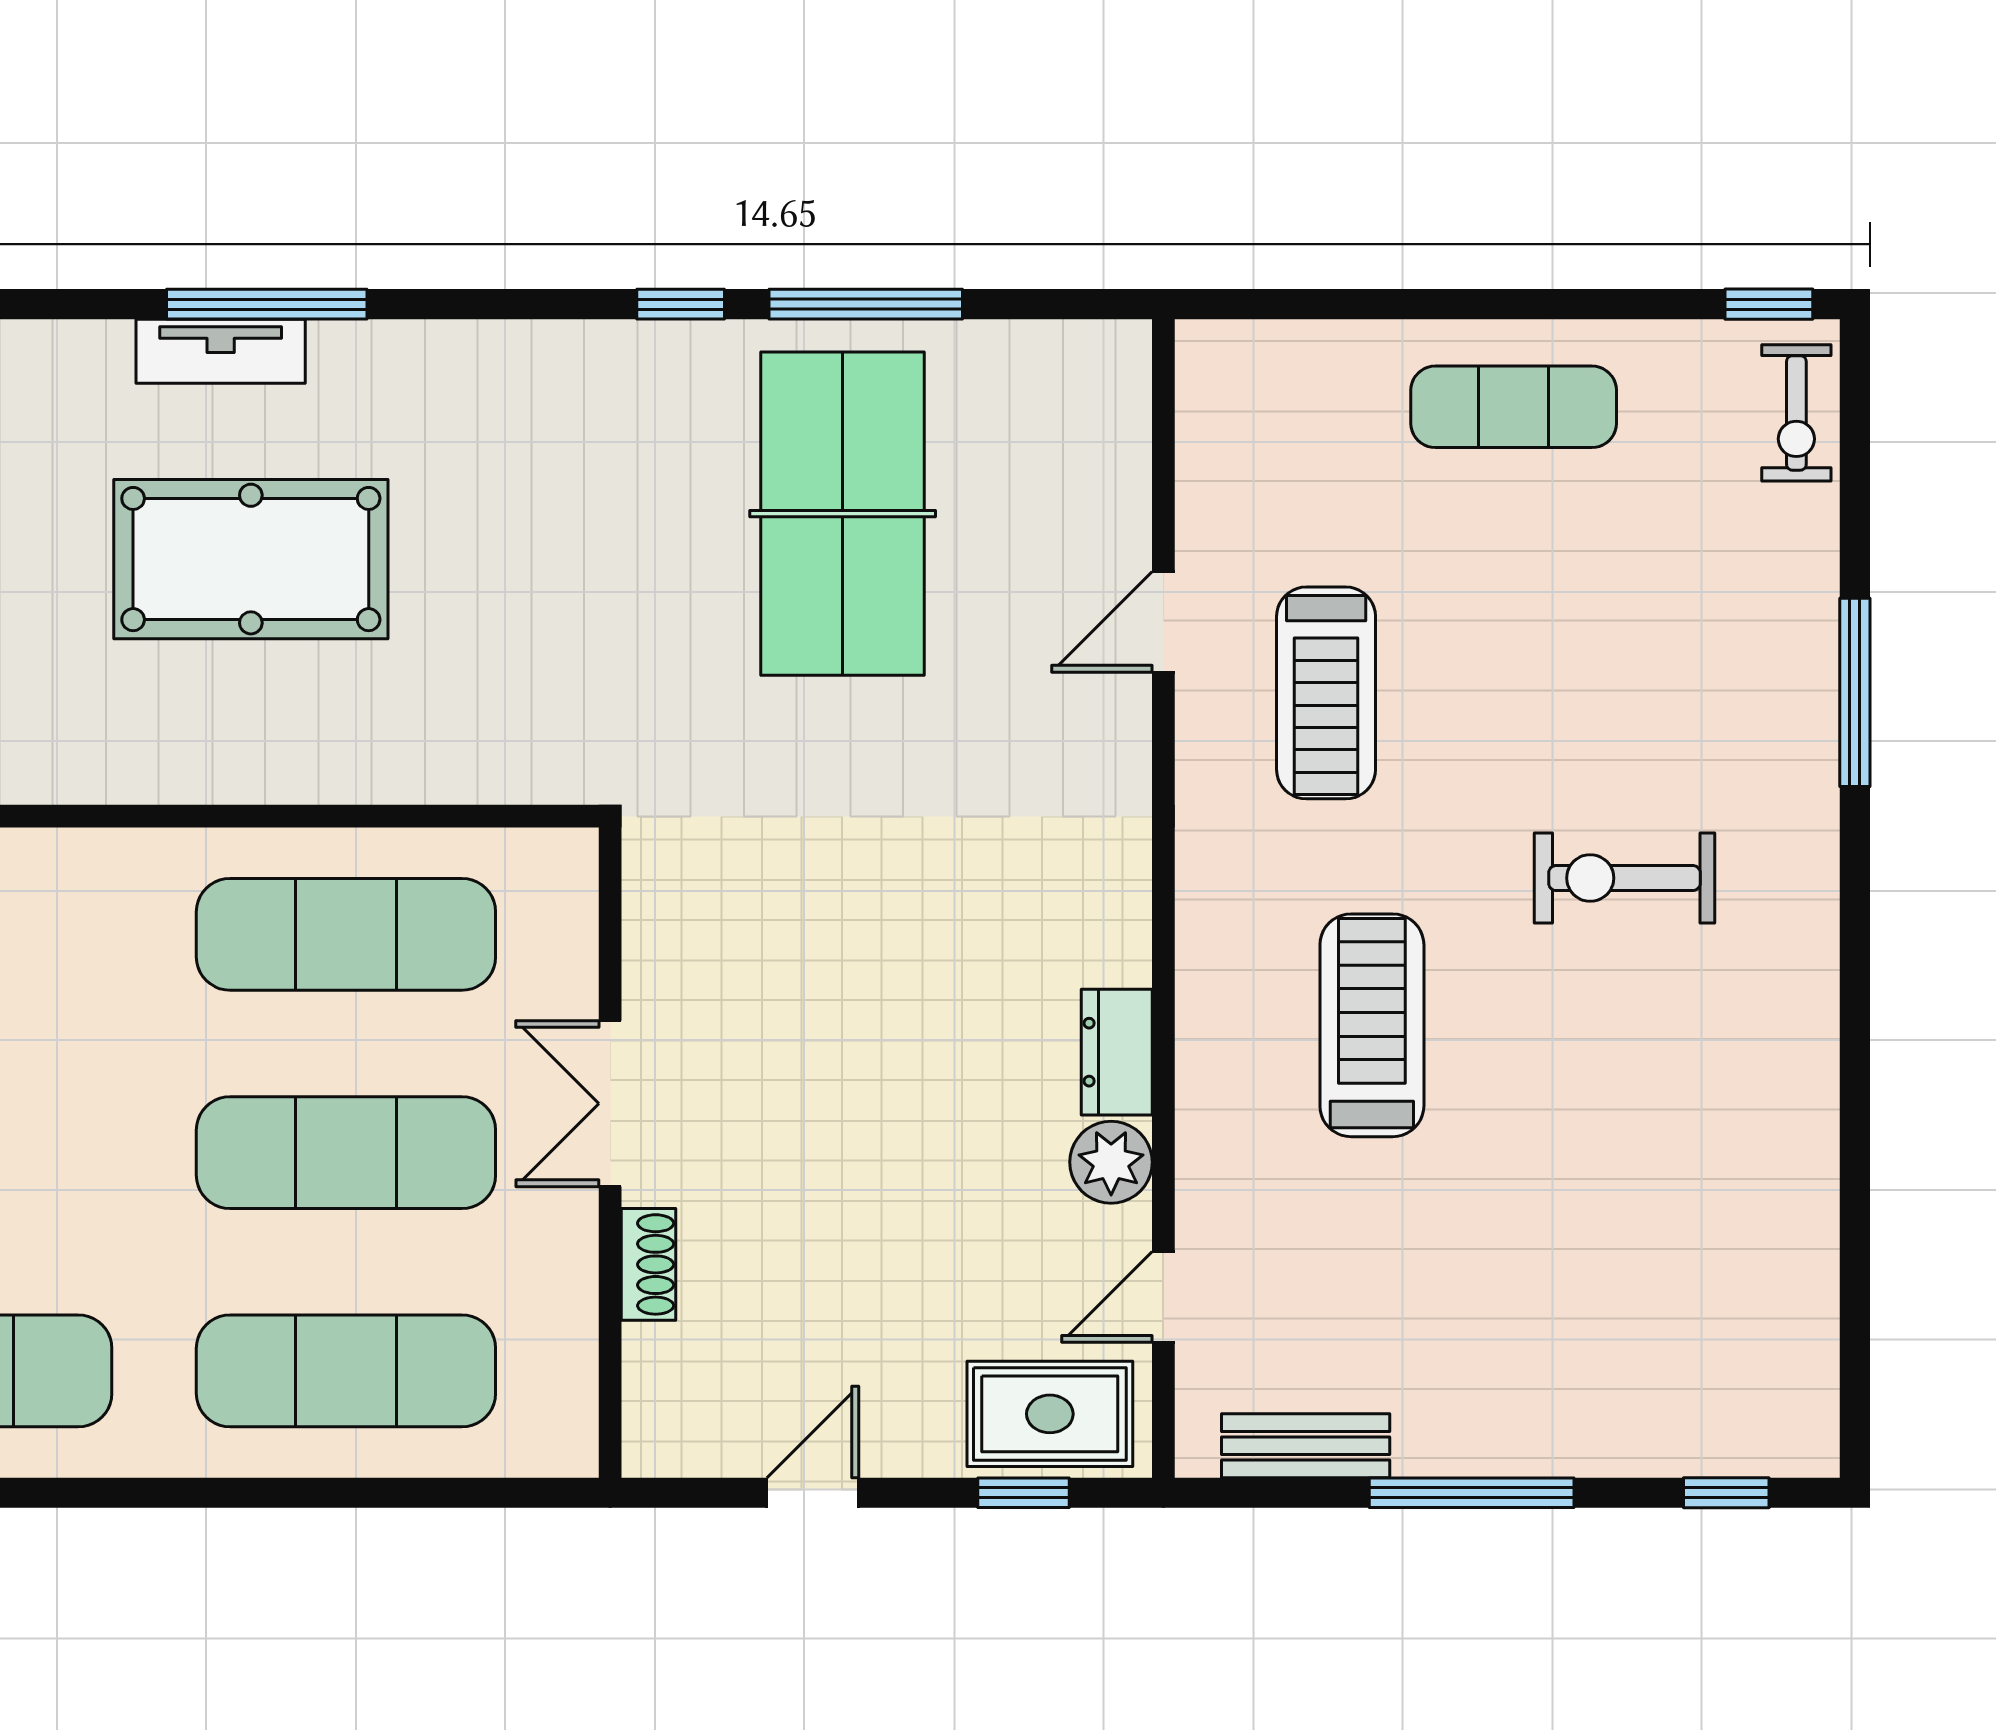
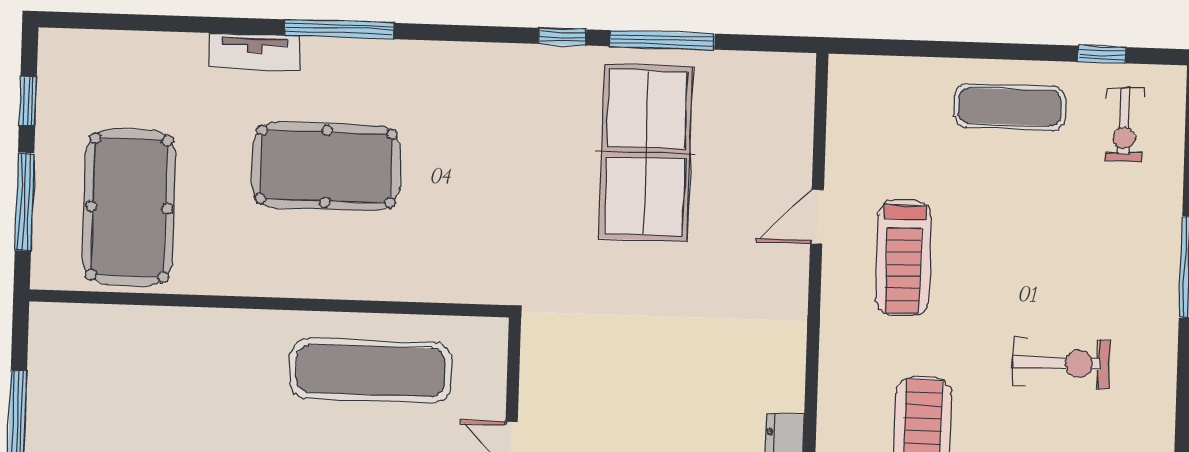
window: (1769, 304) -> (1102, 55), moved
tv unit: (221, 351) -> (254, 52), moved
exercise bike: (1796, 413) -> (1124, 125), moved
exercise bike: (1624, 878) -> (1061, 363), turned 180

